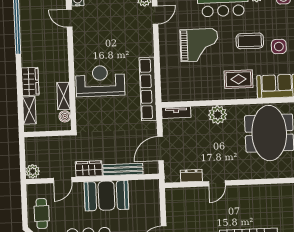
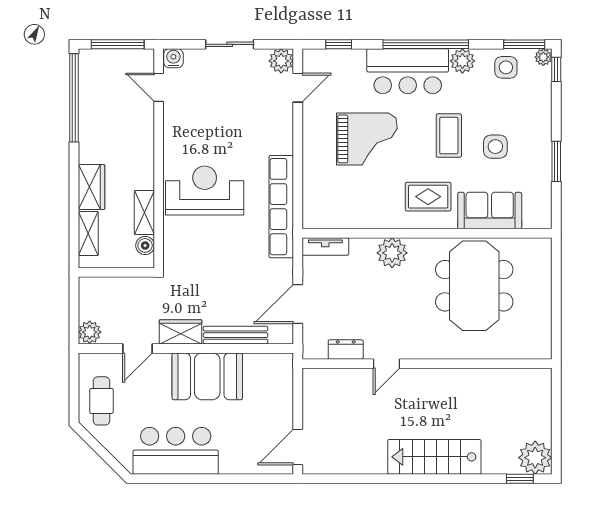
coffee table: (250, 41) -> (449, 136), turned 90

